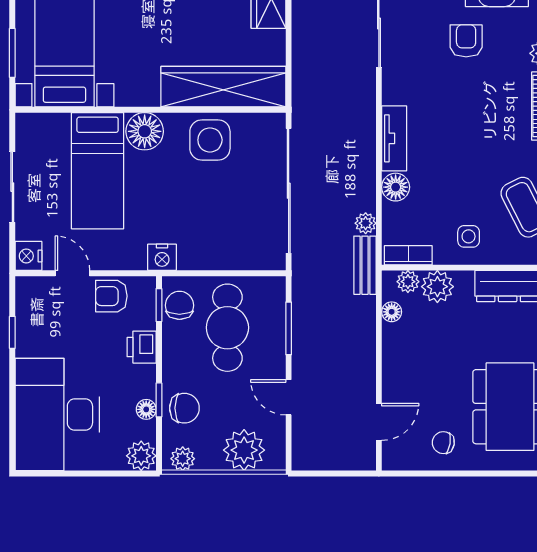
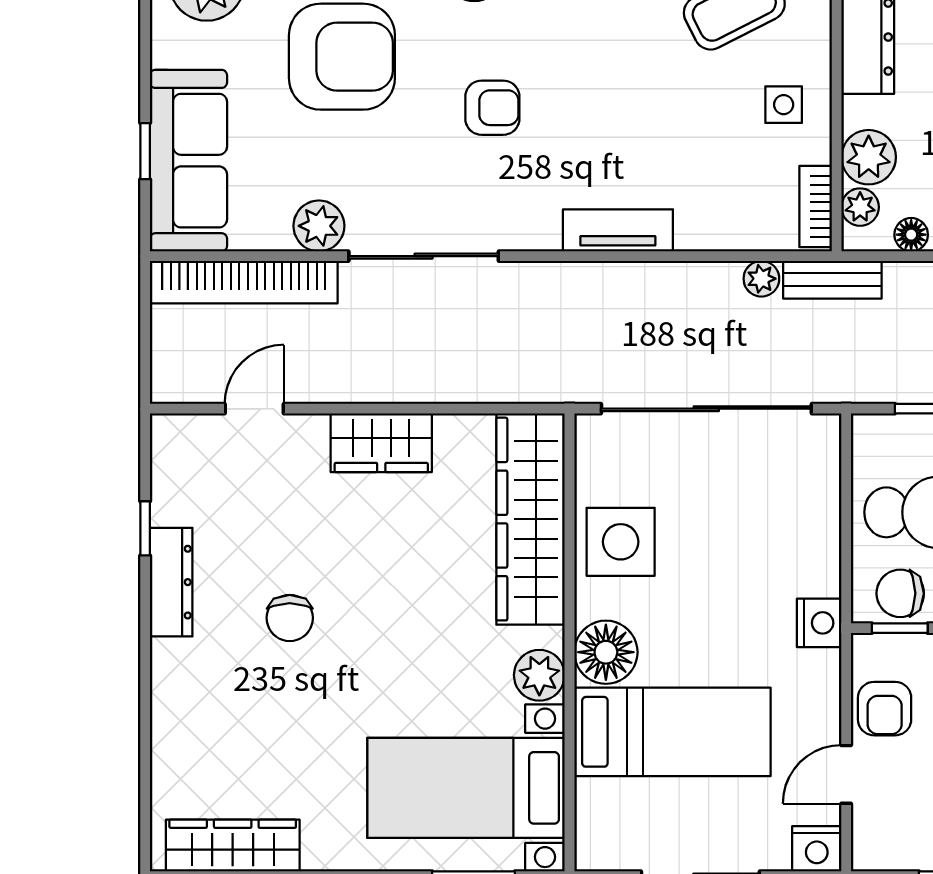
armchair: (466, 41) -> (492, 108), moved, turned 180
plant: (131, 92) -> (539, 675), added
floor lamp: (396, 187) -> (700, 228), removed

